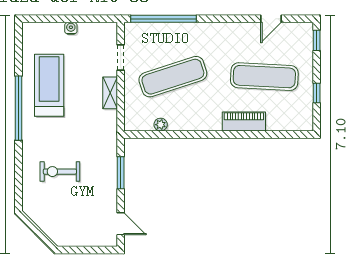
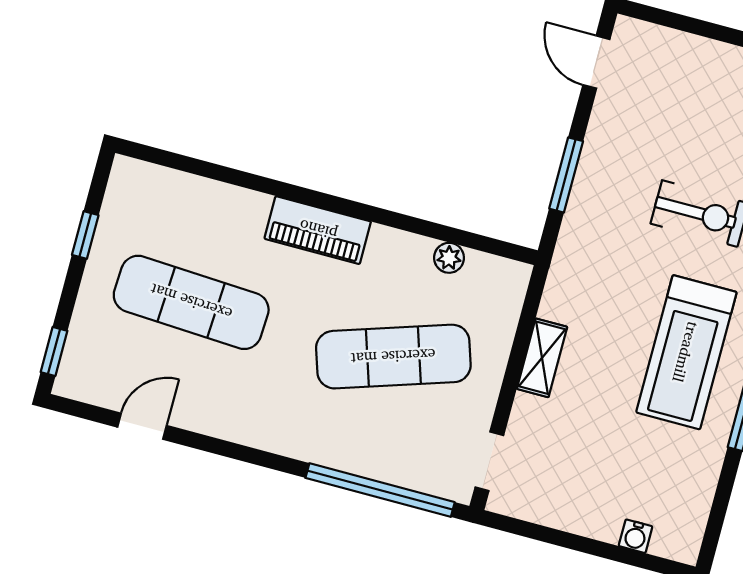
water cooler: (71, 28) -> (636, 536), moved
doorway: (121, 58) -> (489, 461), moved
treadmill: (49, 85) -> (686, 352), moved
piano: (244, 121) -> (318, 230), moved

